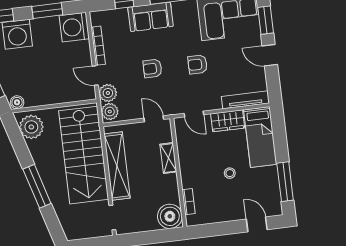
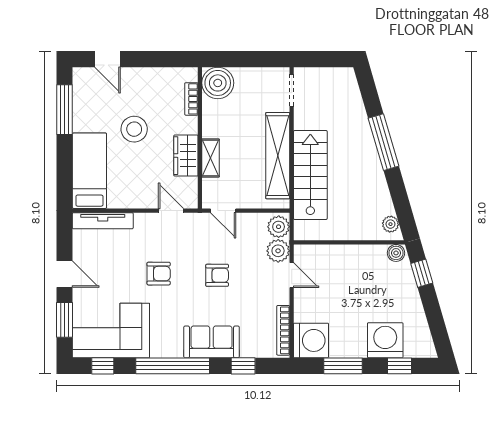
bookcase: (98, 46) -> (283, 330), moved
wardrobe: (228, 121) -> (186, 156), moved, turned -90
plant: (31, 127) -> (390, 224), width x0.53, depth x0.53
stairs: (84, 155) -> (310, 175), width x0.73, depth x0.66
stool: (230, 173) -> (134, 129), width x1.89, depth x1.89

